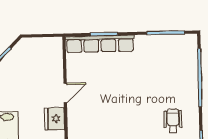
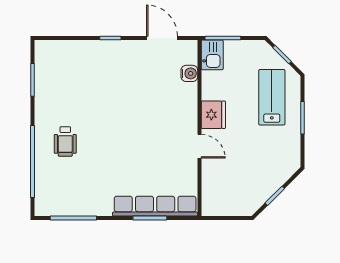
door: (65, 93) -> (199, 146), swing flipped
wheelchair: (173, 121) -> (65, 142), moved

